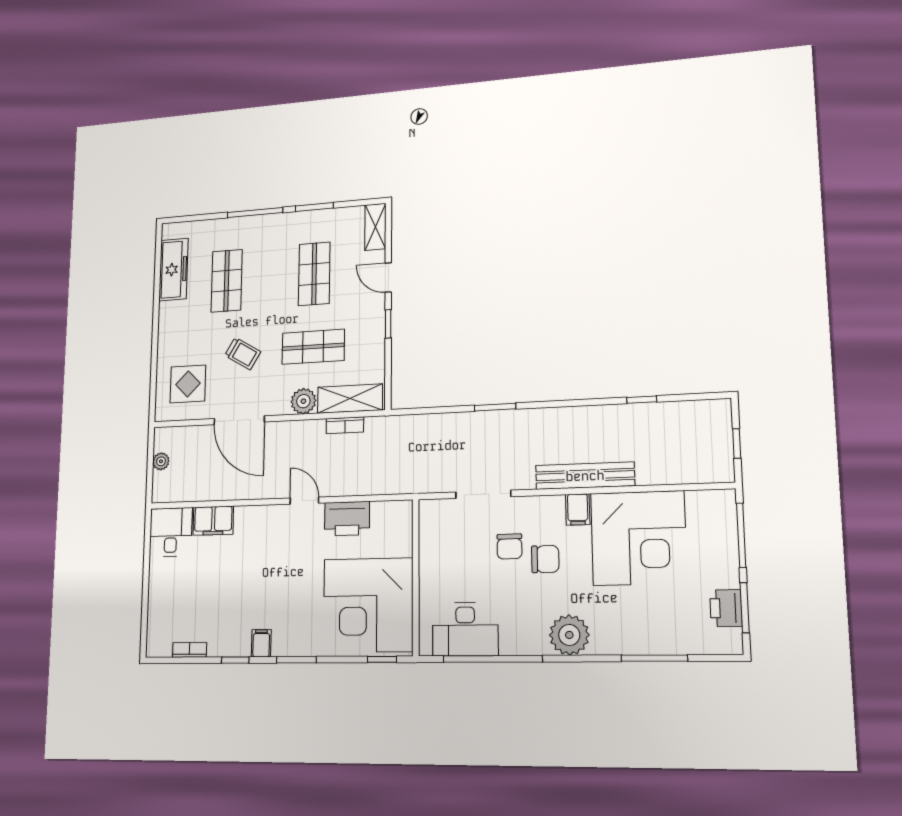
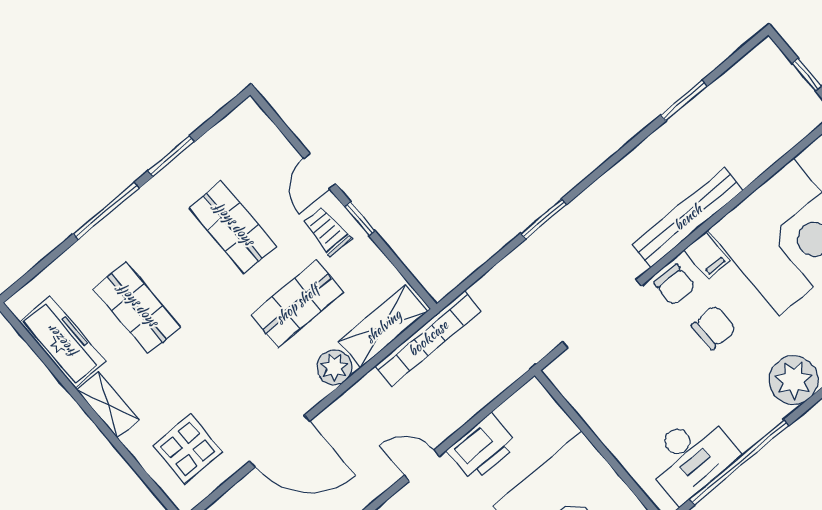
shelving: (375, 227) -> (108, 405), moved
door: (388, 278) -> (320, 171), hinge flipped
trolley: (243, 354) -> (327, 231), moved, turned -121
window: (642, 400) -> (684, 101), width x1.50
bookcase: (345, 425) -> (428, 338), width x2.31, depth x1.31
doorway: (483, 494) -> (602, 314), width x1.36
chair: (509, 546) -> (675, 285), moved

